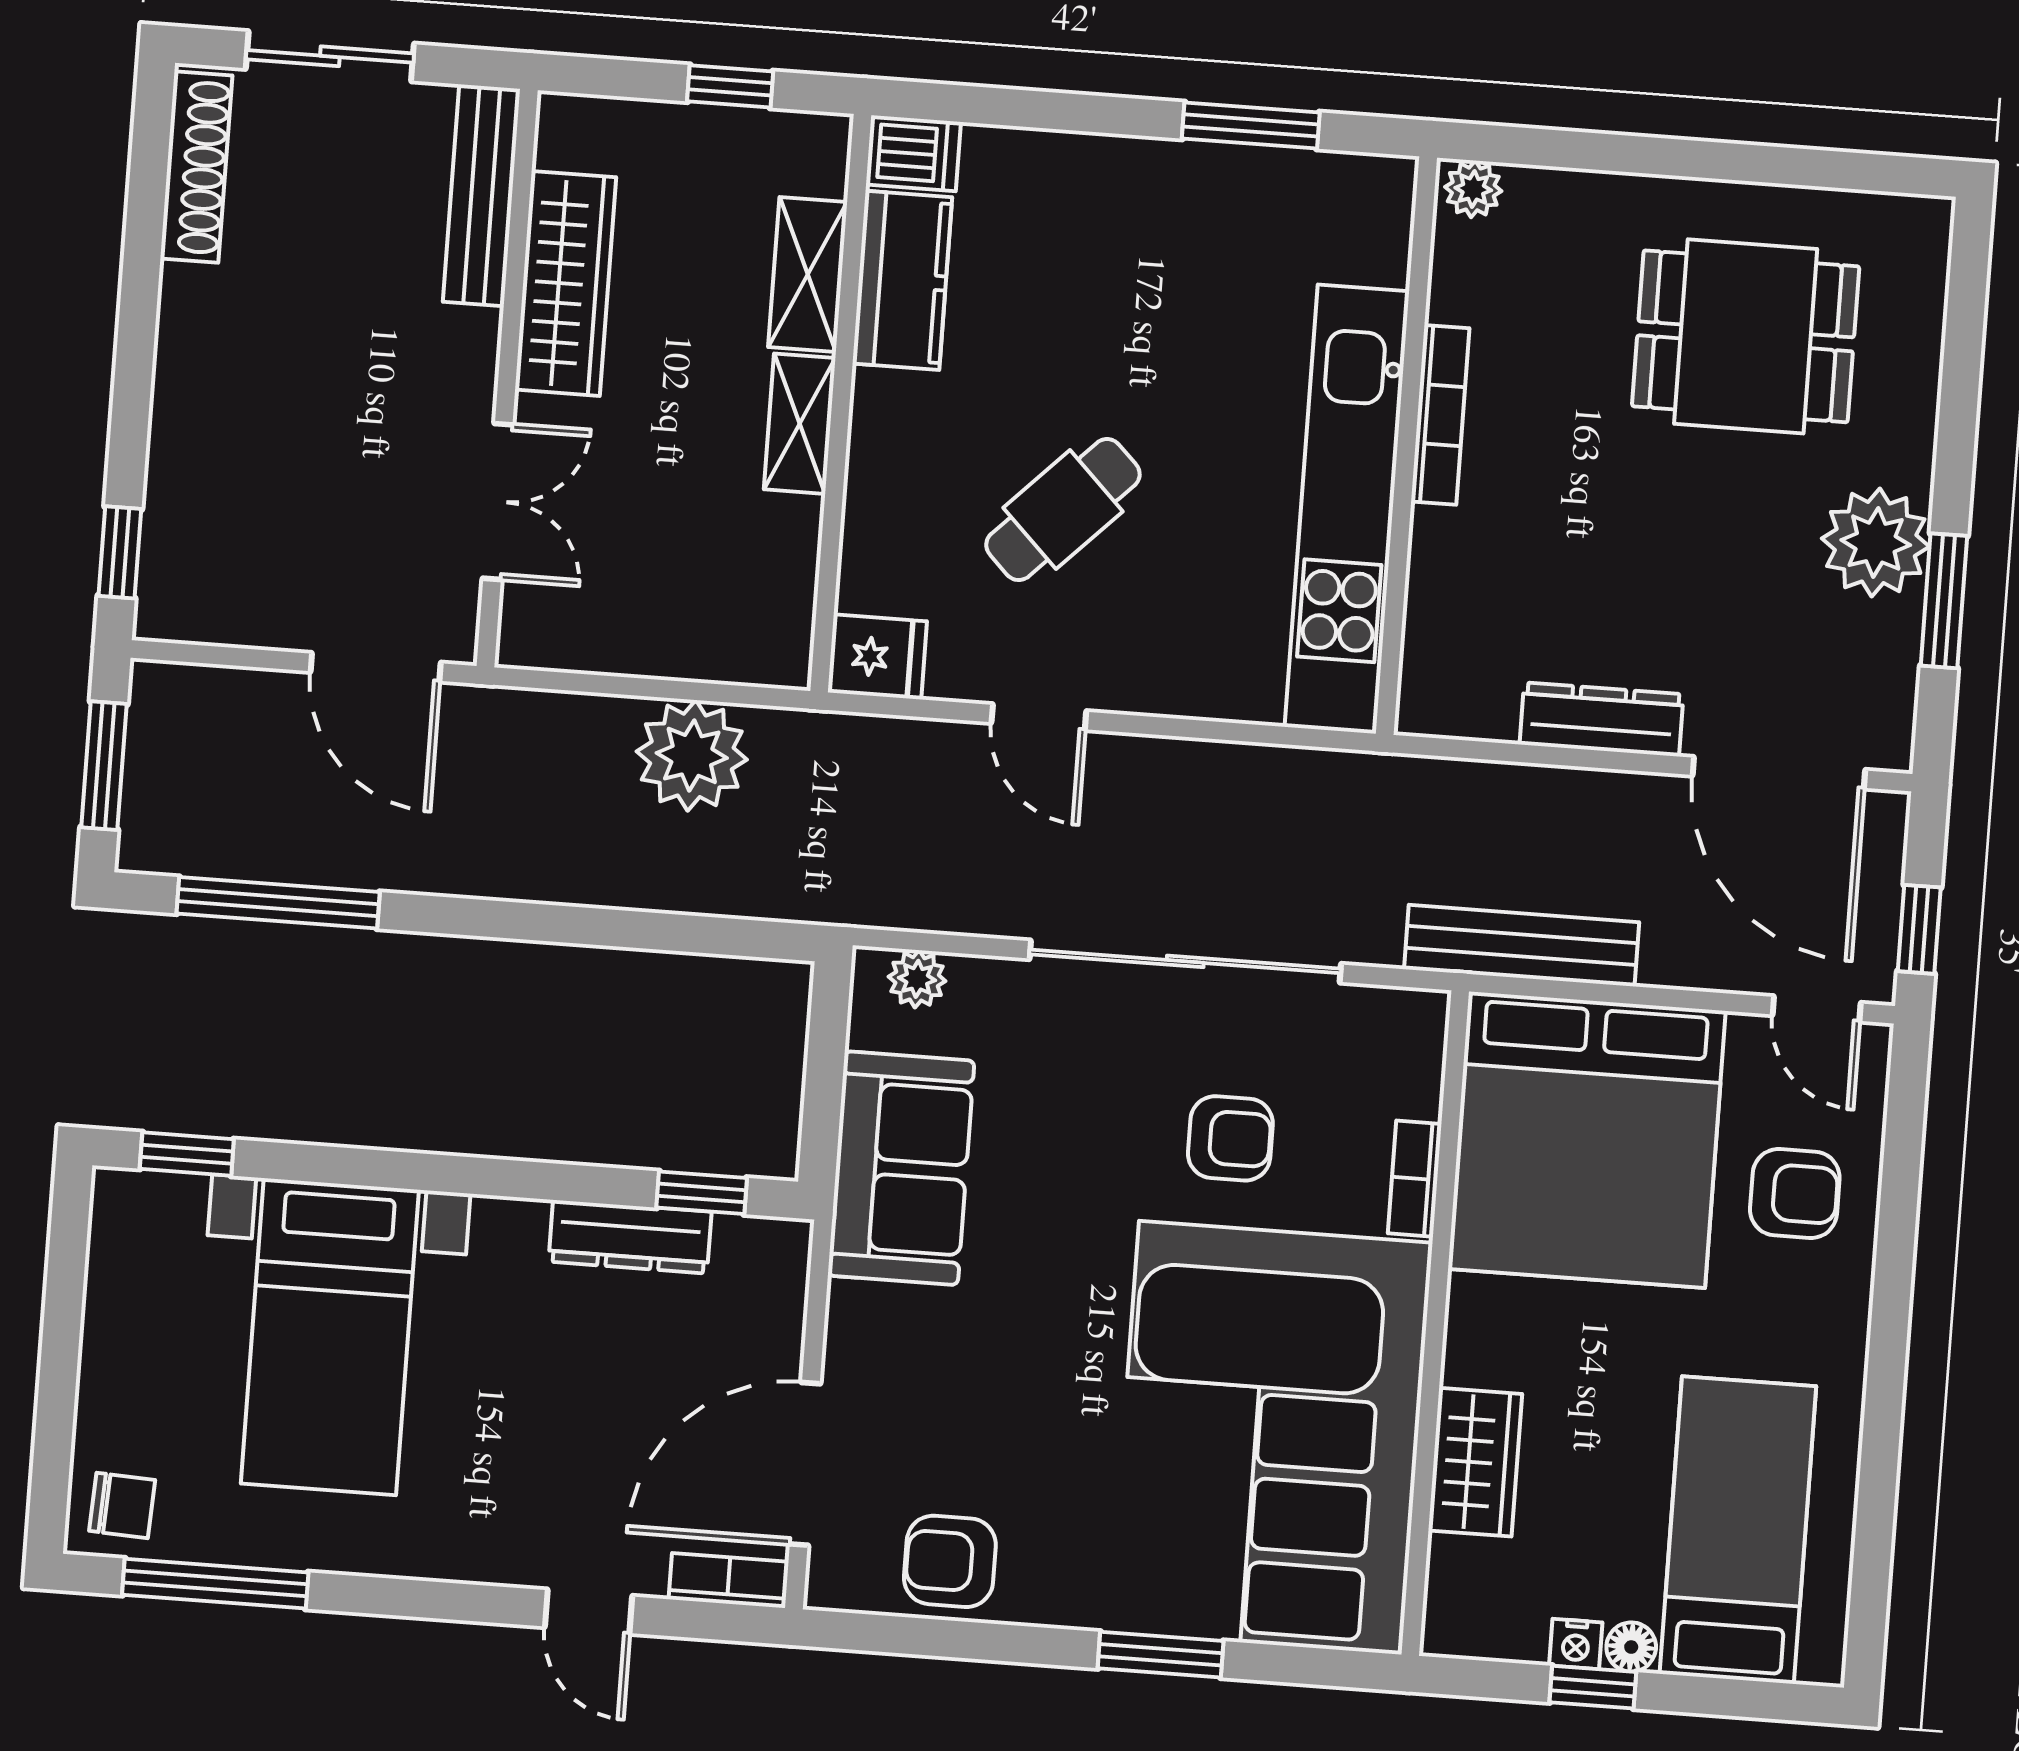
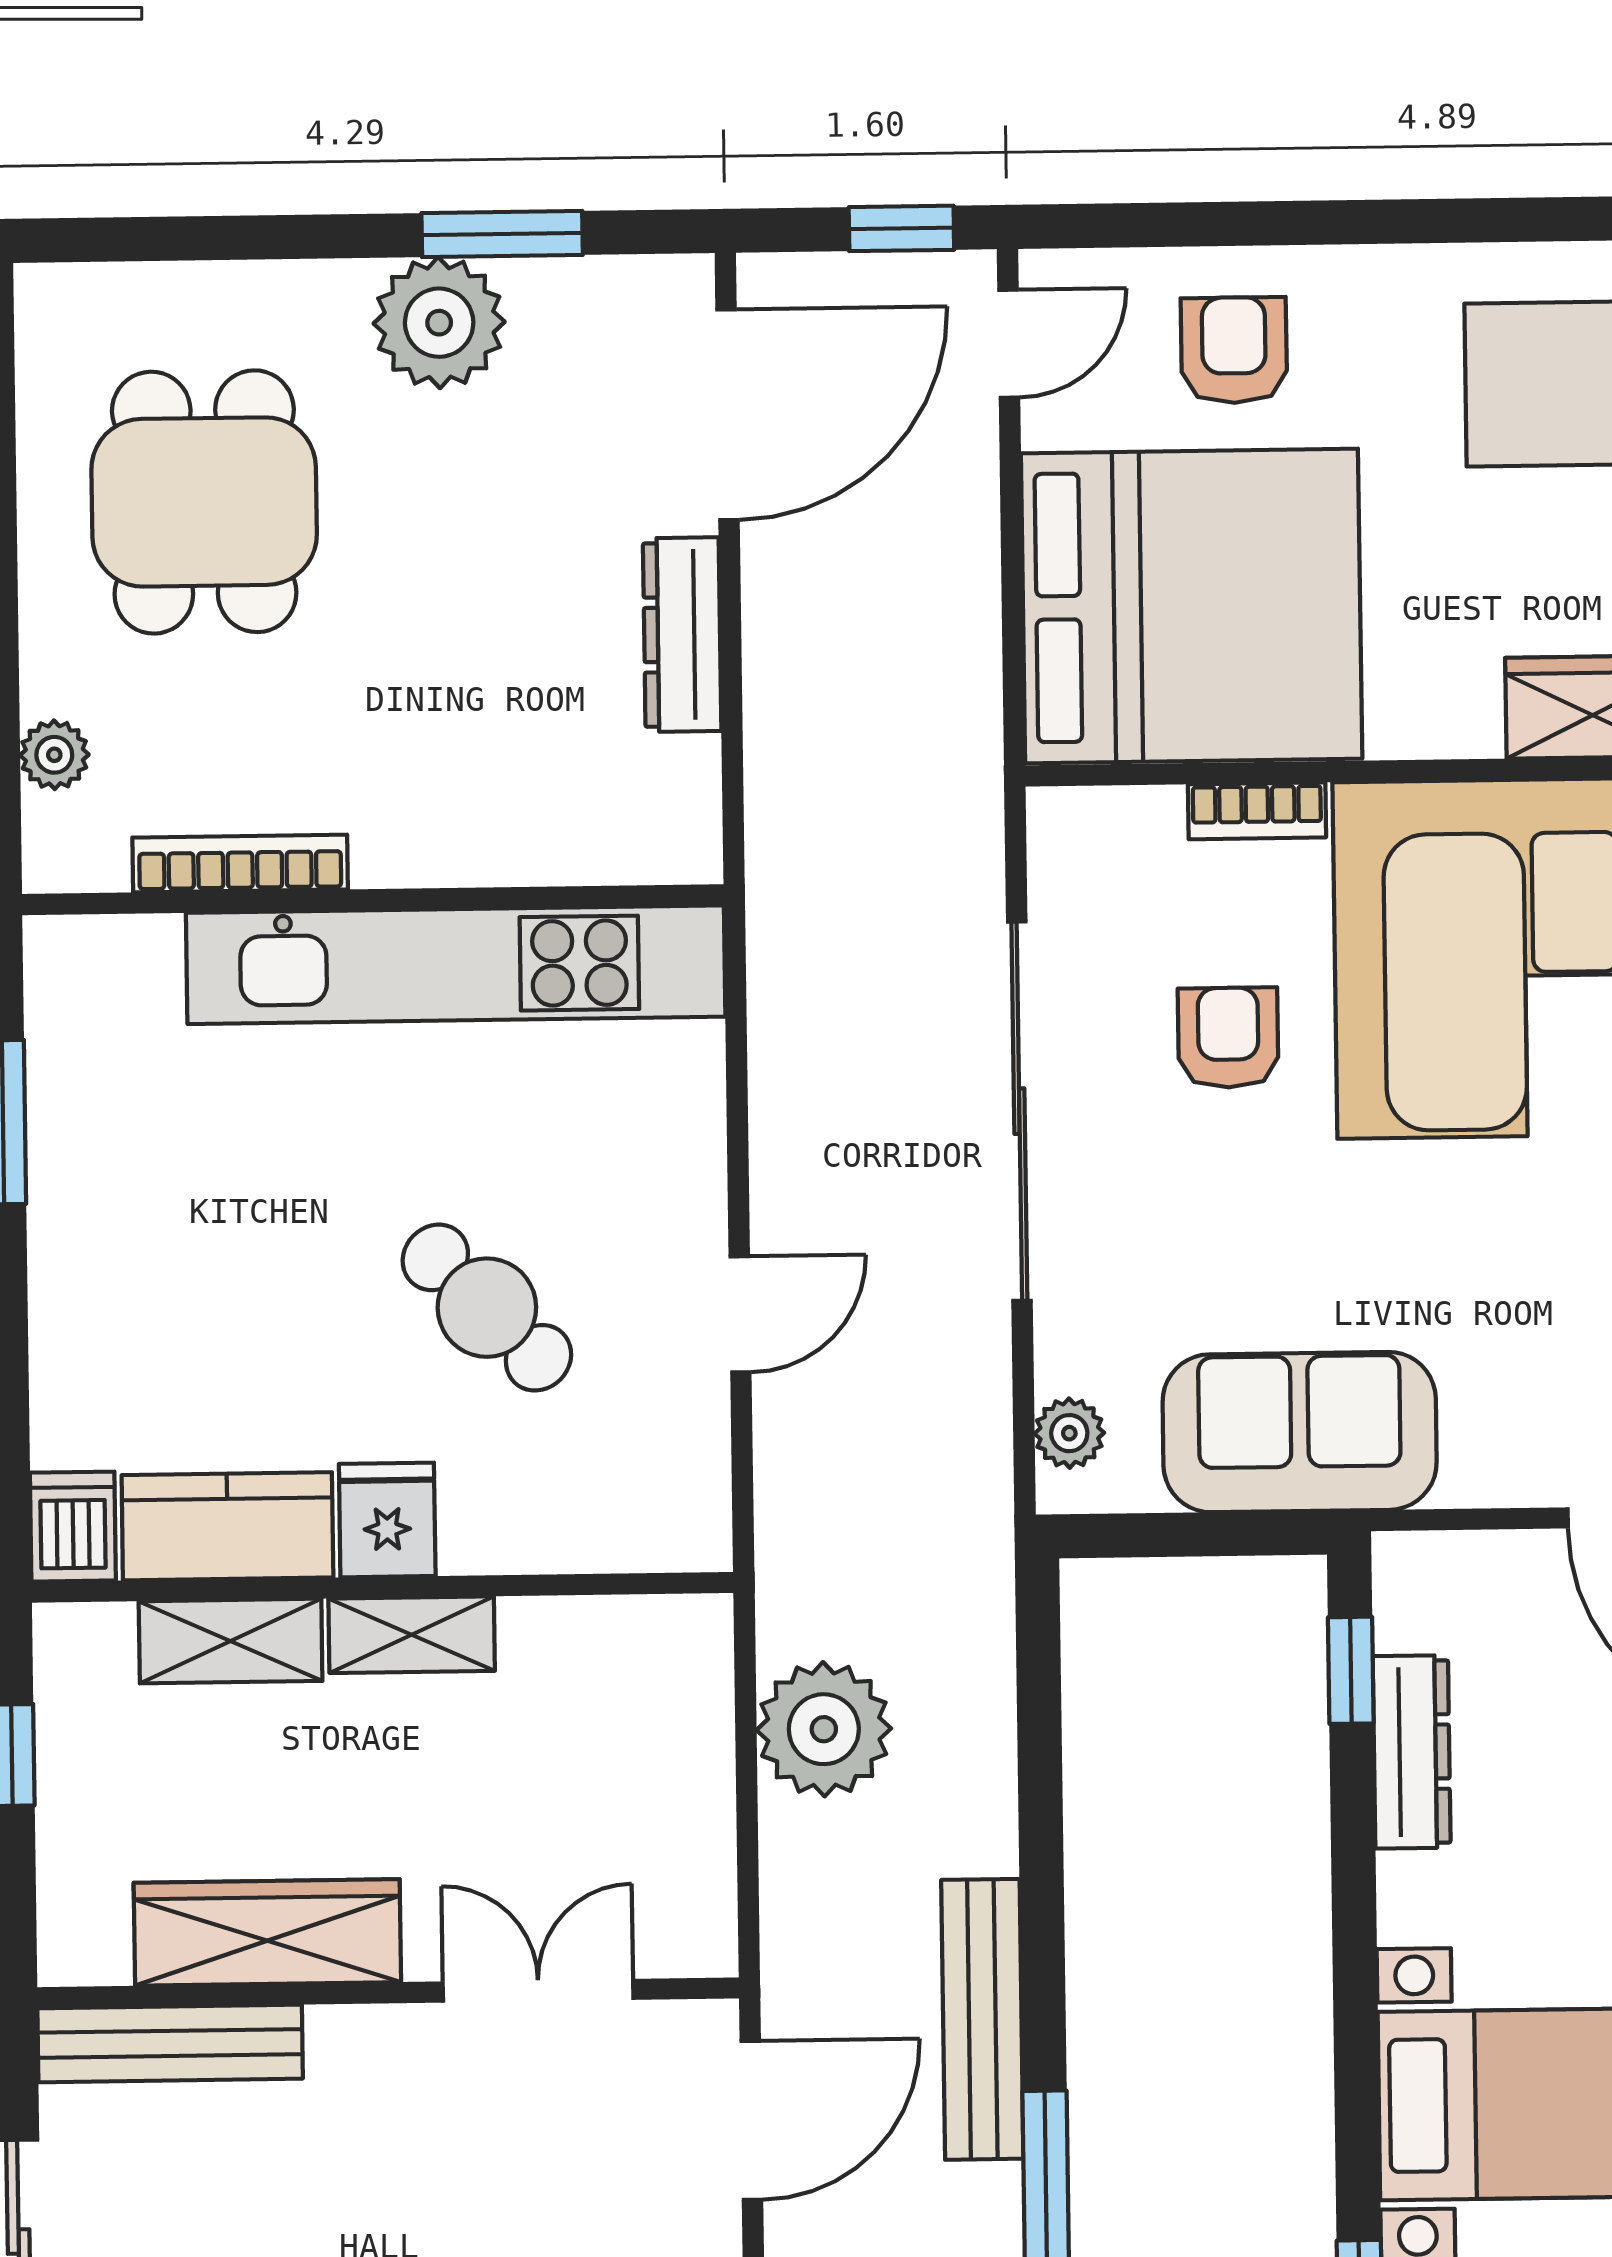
plant: (1473, 189) -> (54, 755), moved
bookcase: (1440, 415) -> (240, 864), moved
fridge: (877, 657) -> (387, 1520), moved
bench: (1522, 946) -> (982, 2019), moved

